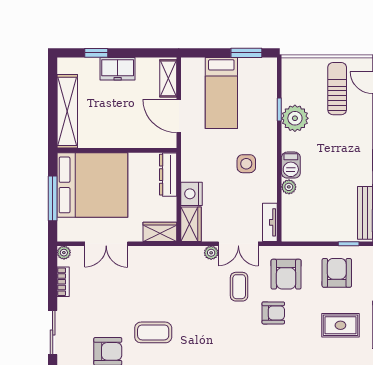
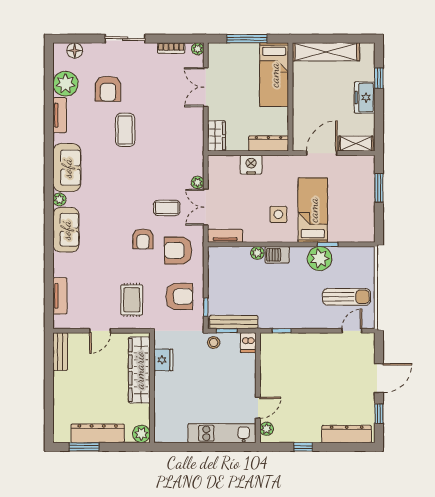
window: (246, 53) -> (379, 188), moved
bed: (221, 93) -> (313, 210), moved, turned 90
bed: (92, 185) -> (274, 75), width x0.49
wardrobe: (191, 224) -> (223, 164), removed

